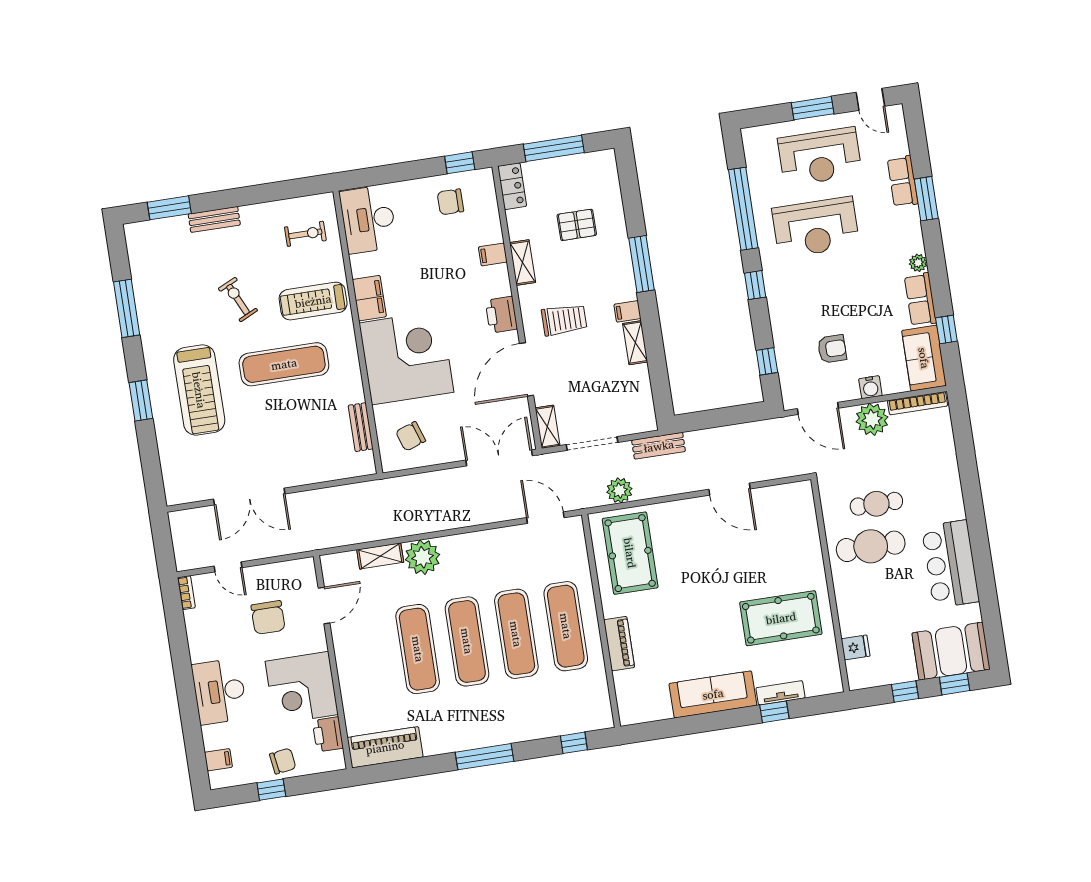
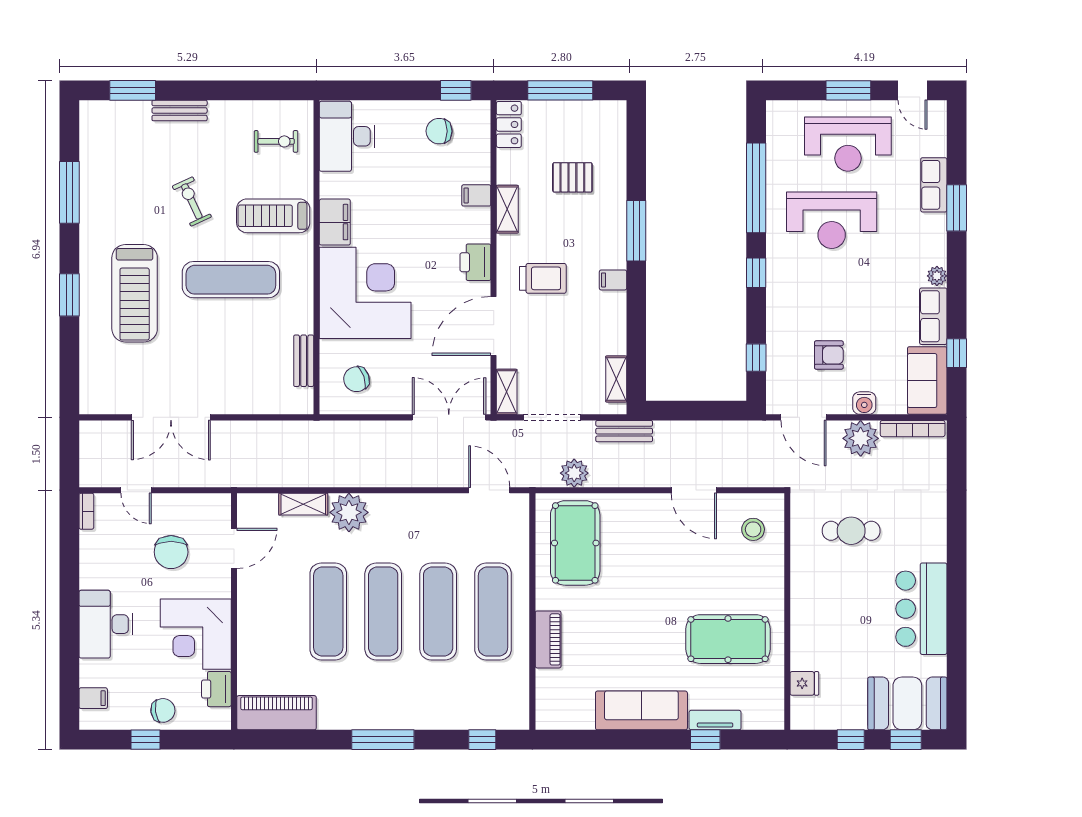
shelving: (635, 343) -> (616, 379), moved
stool: (788, 516) -> (753, 529), added
cafe table: (871, 546) -> (838, 576), removed

